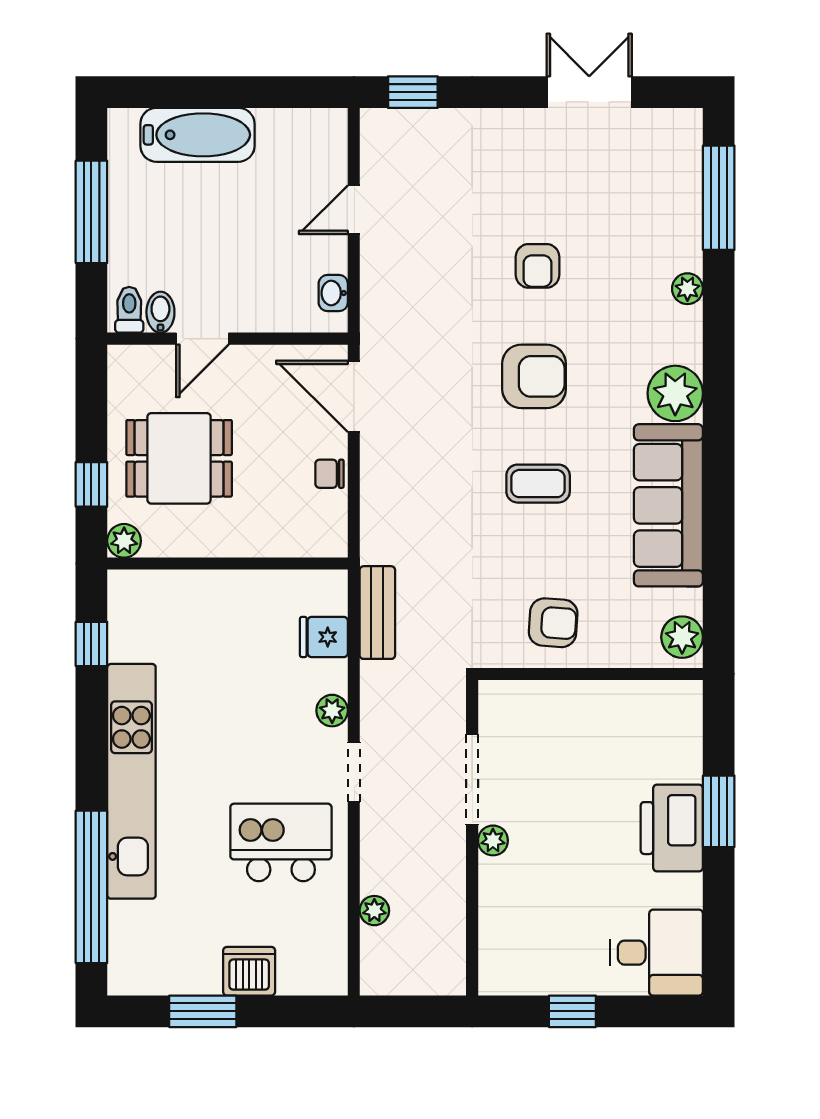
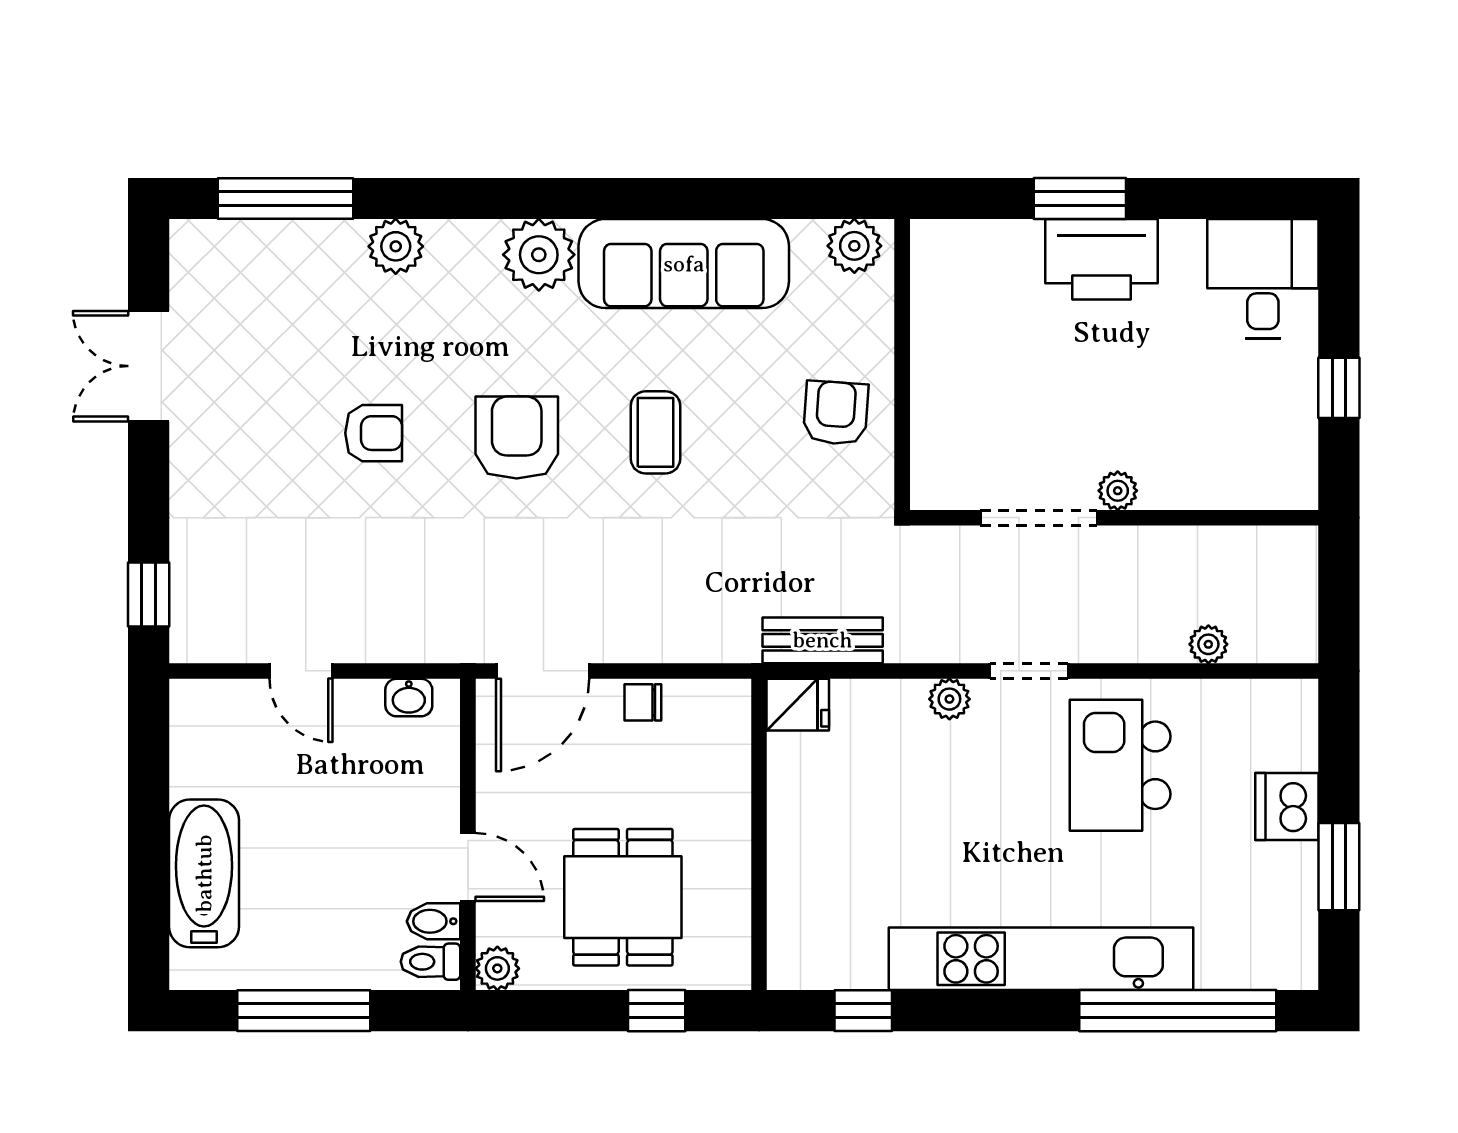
plant: (687, 289) -> (396, 246), width x1.38, depth x1.38
chair: (329, 474) -> (643, 702), turned 90
plant: (124, 541) -> (497, 968), moved
fridge: (324, 637) -> (798, 705), moved, turned -90

